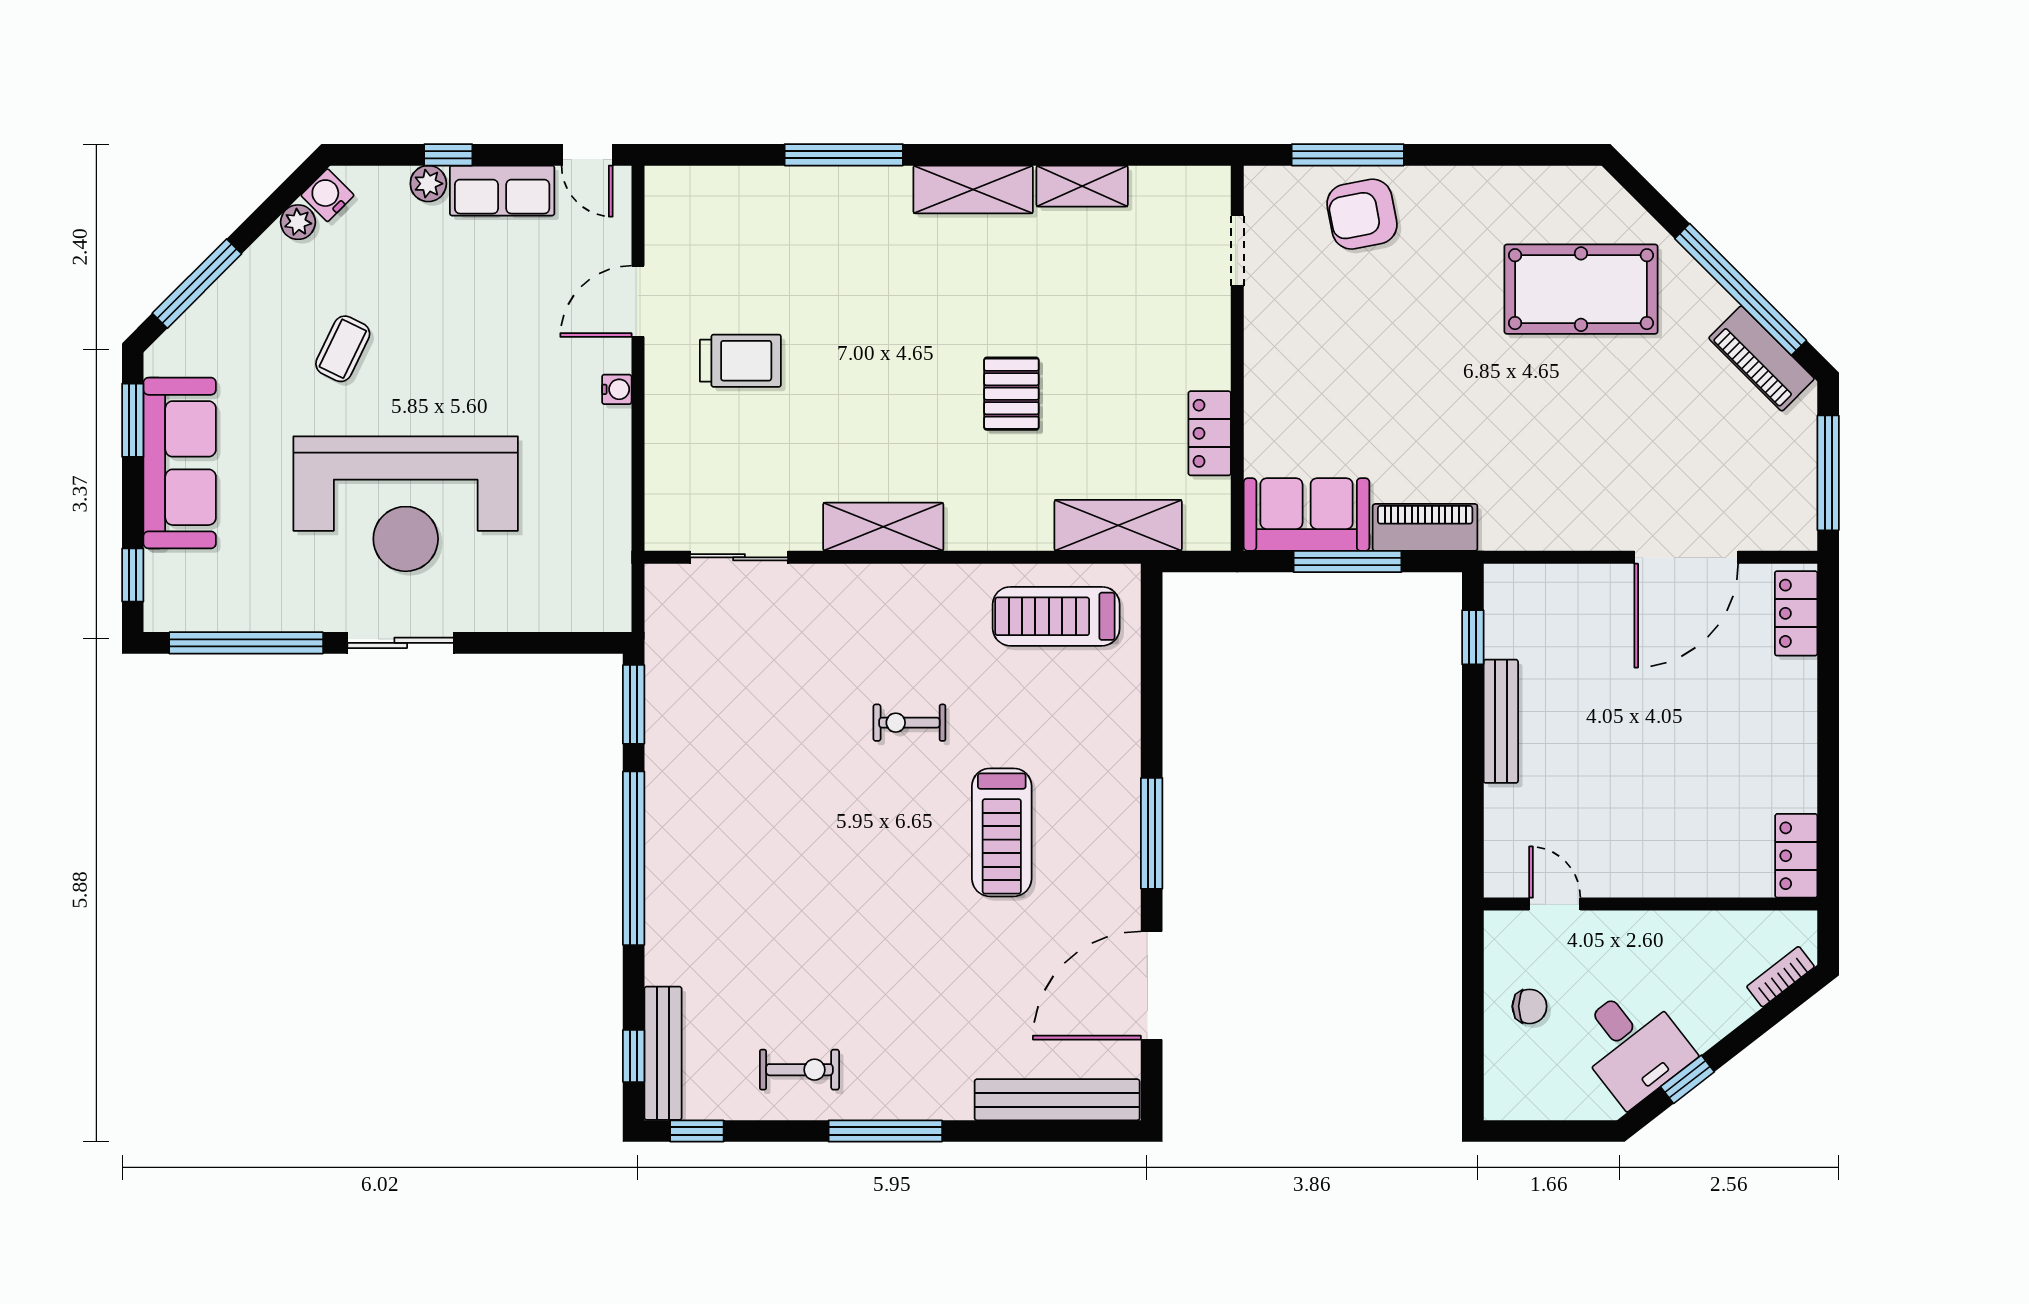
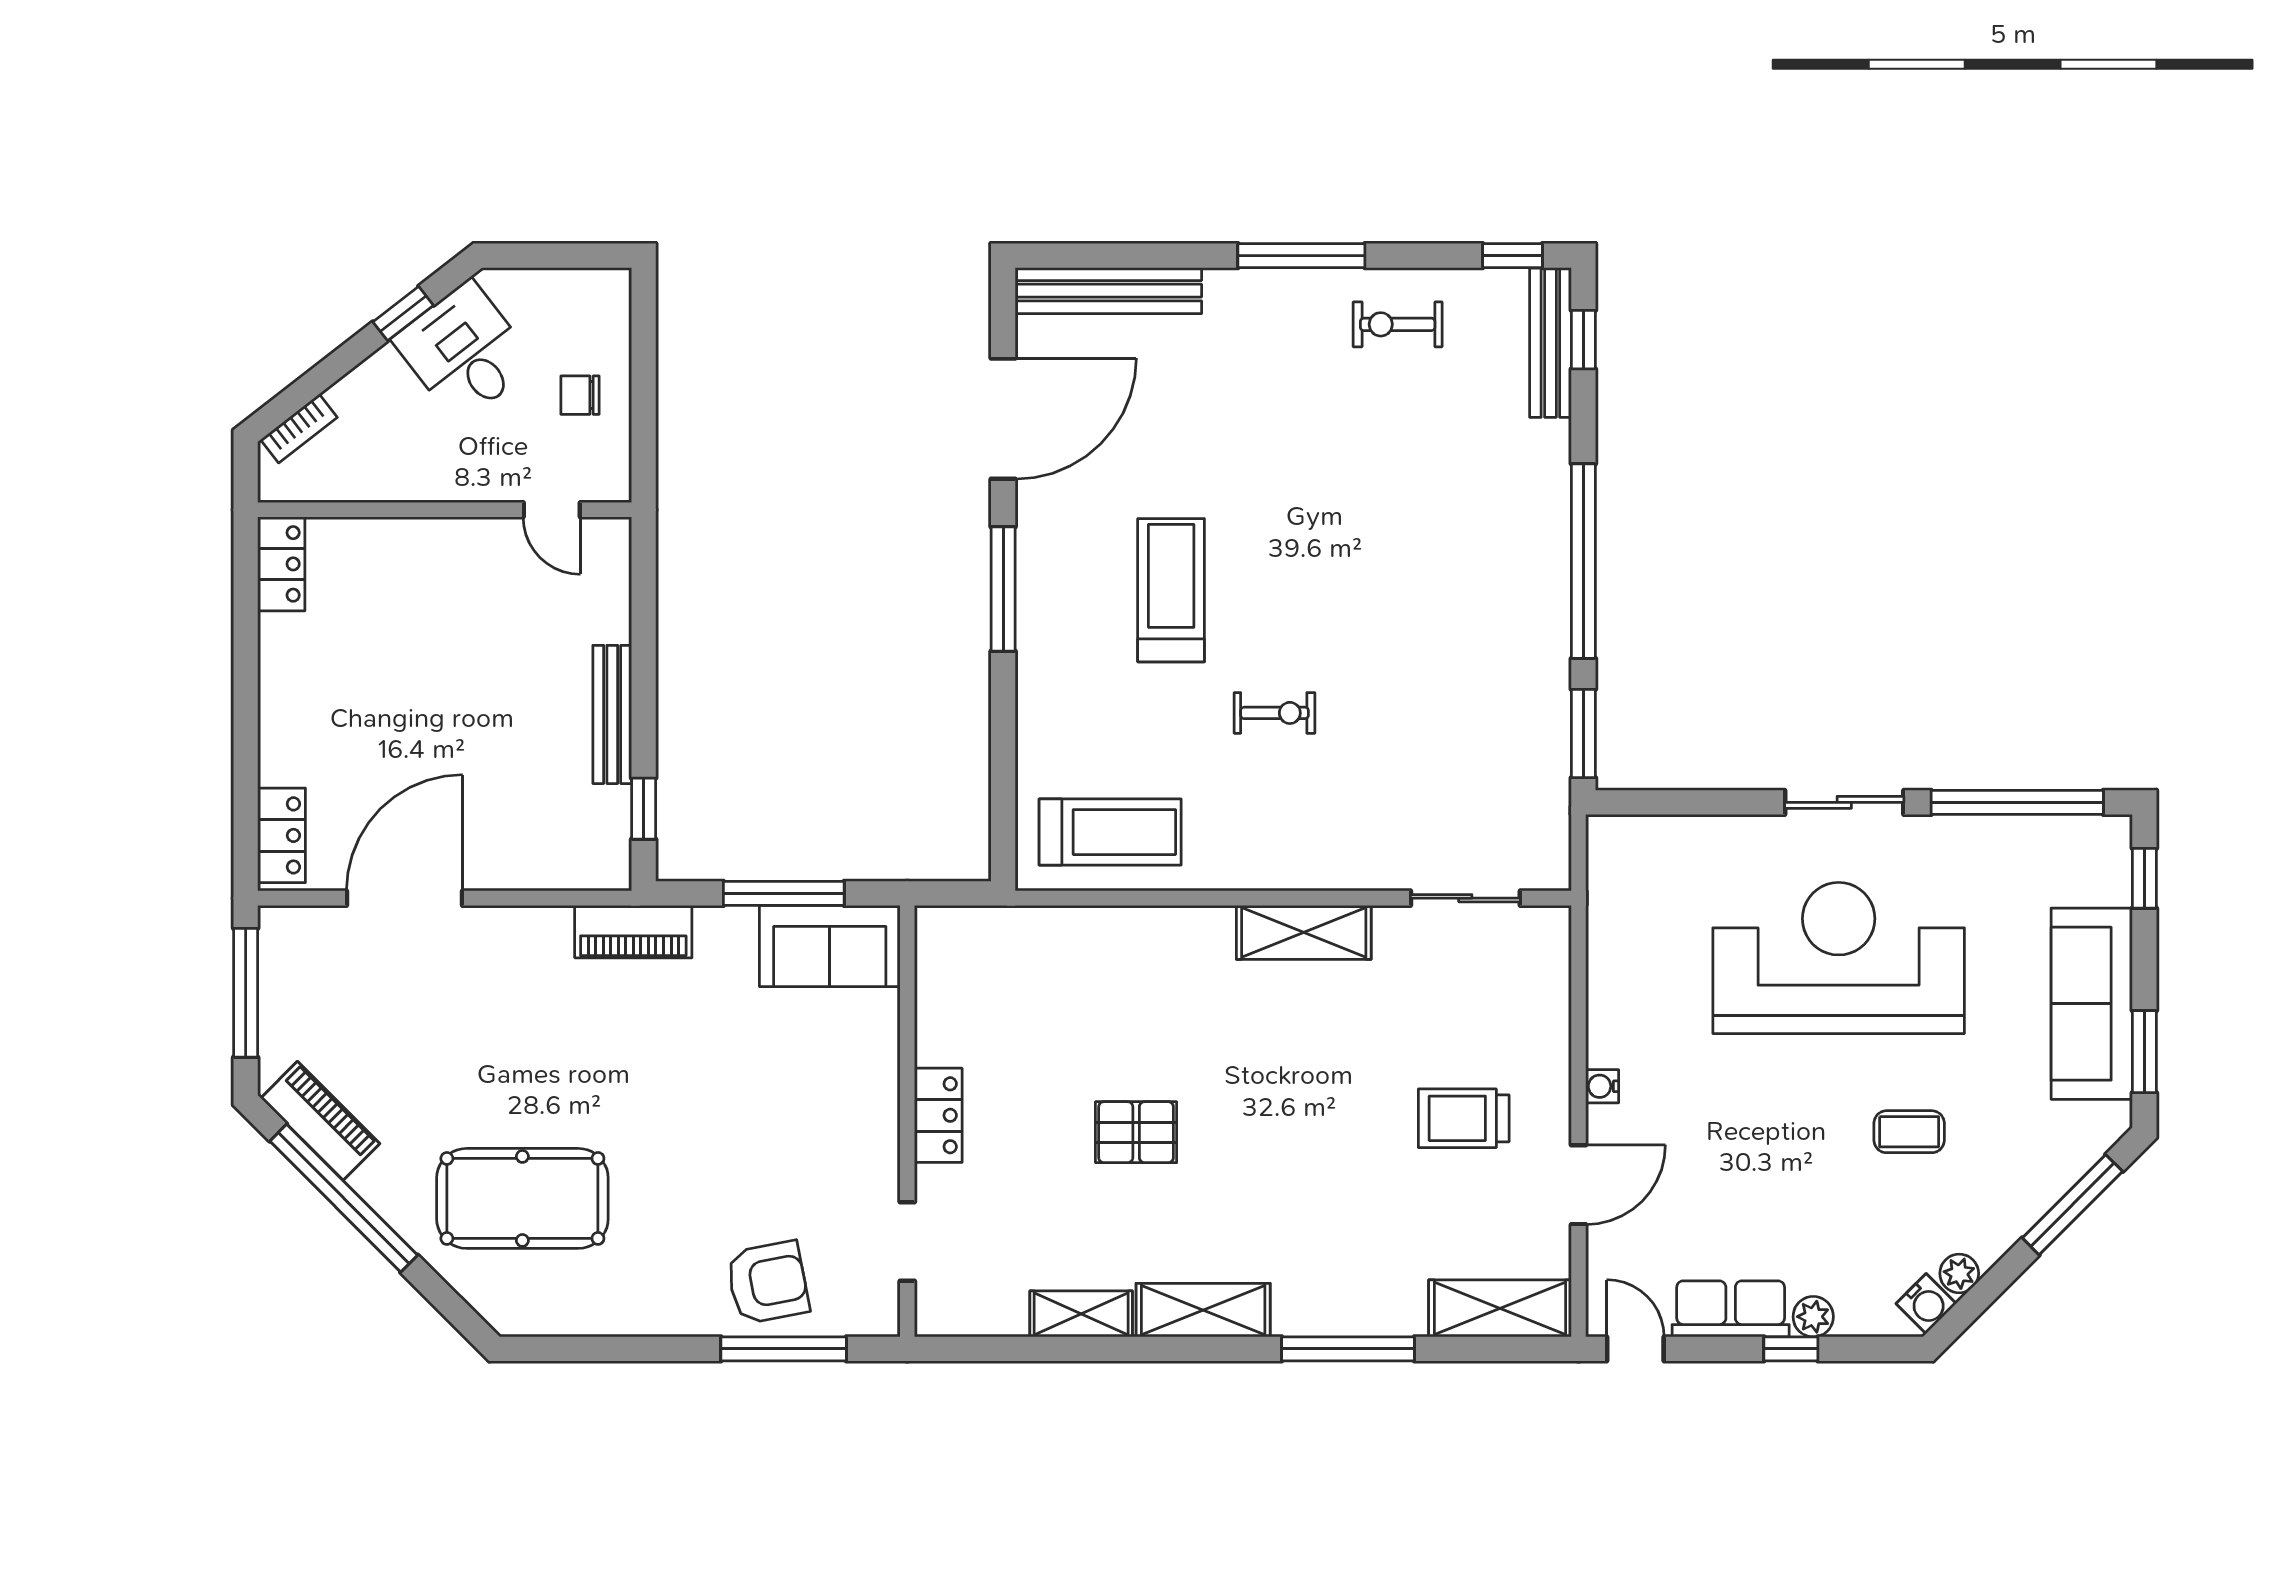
coffee table: (343, 349) -> (1909, 1132), turned 64
pallet: (1011, 394) -> (1136, 1132), moved, turned 90
locker: (1210, 433) -> (938, 1115), moved
shelving: (1118, 525) -> (1500, 1308), moved
piano: (1425, 527) -> (633, 932), moved

